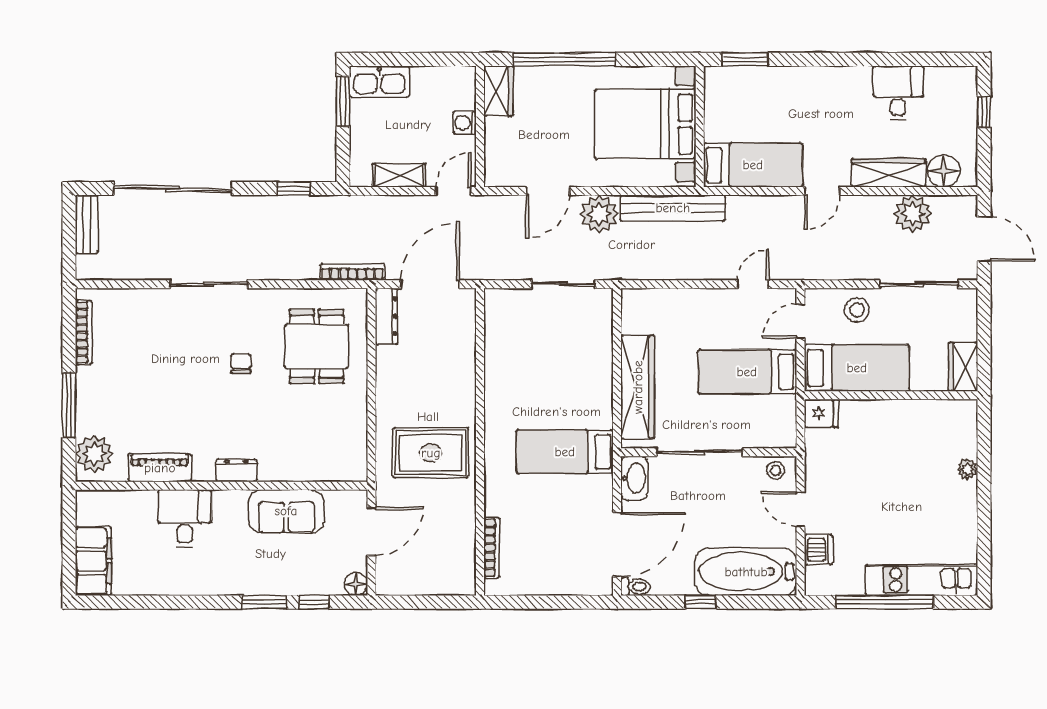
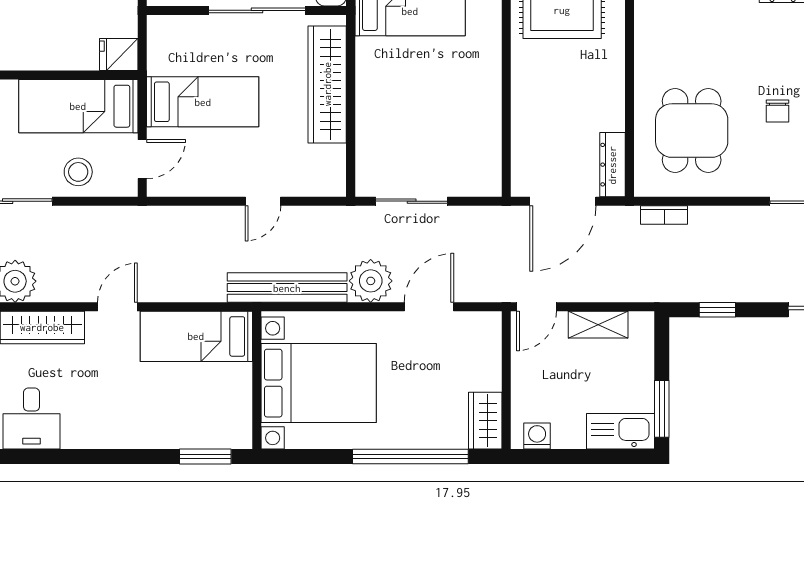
washing machine: (465, 123) -> (537, 436), moved, turned -90
bookcase: (352, 272) -> (664, 215), width x0.64
door: (753, 284) -> (263, 201), moved

